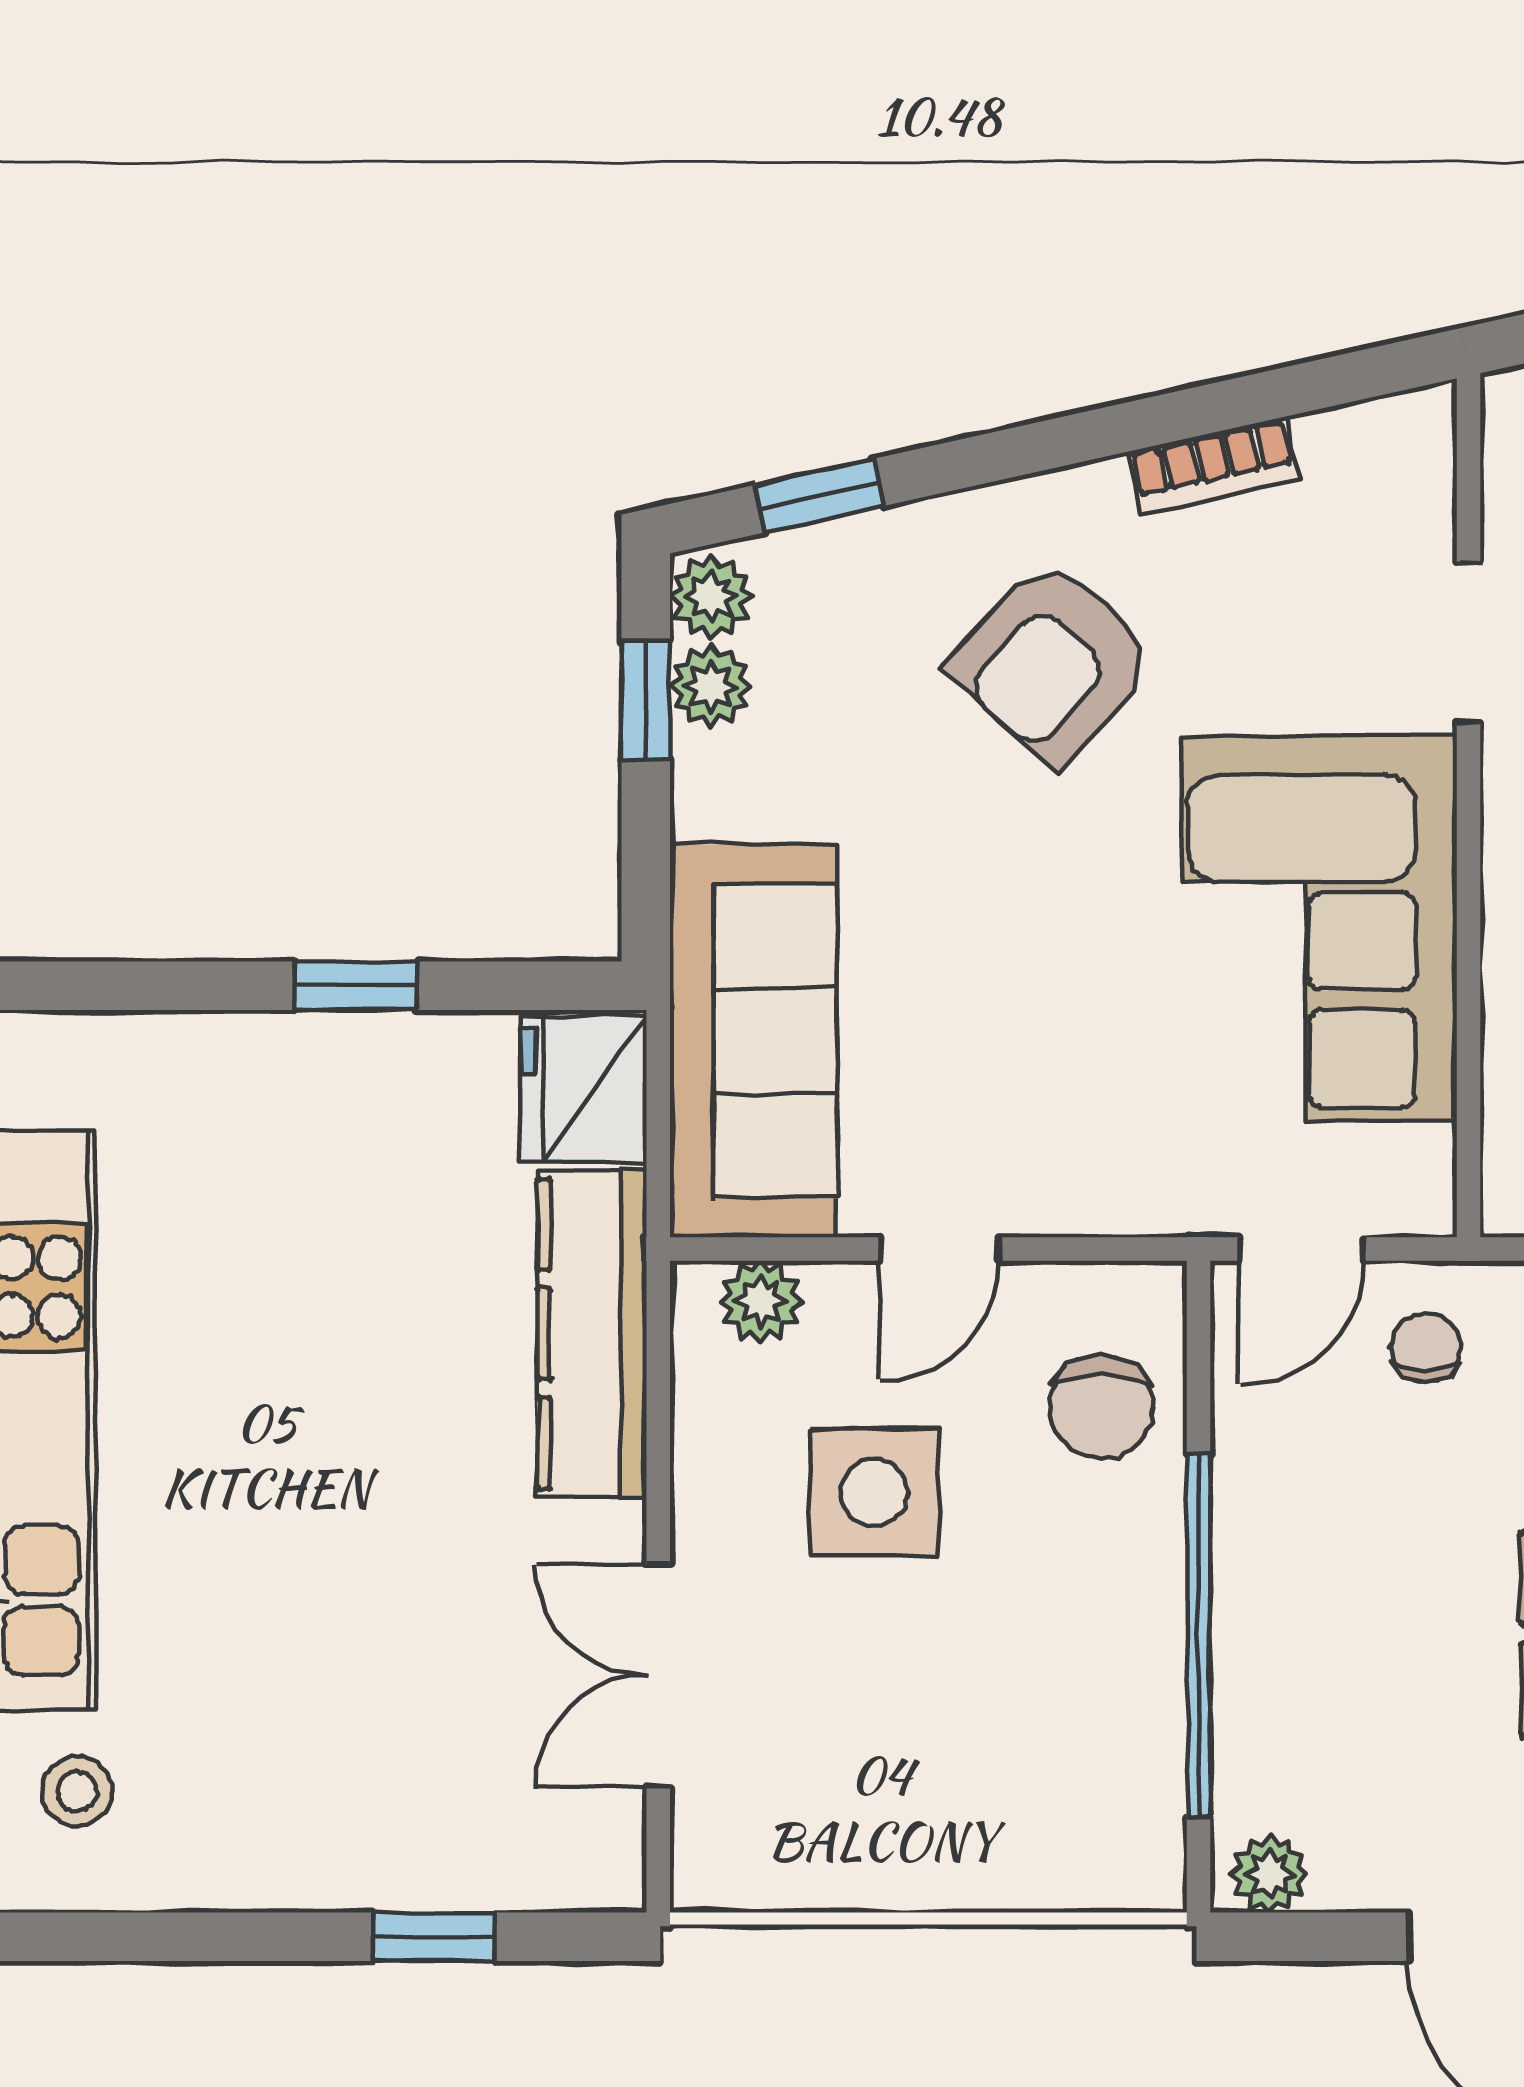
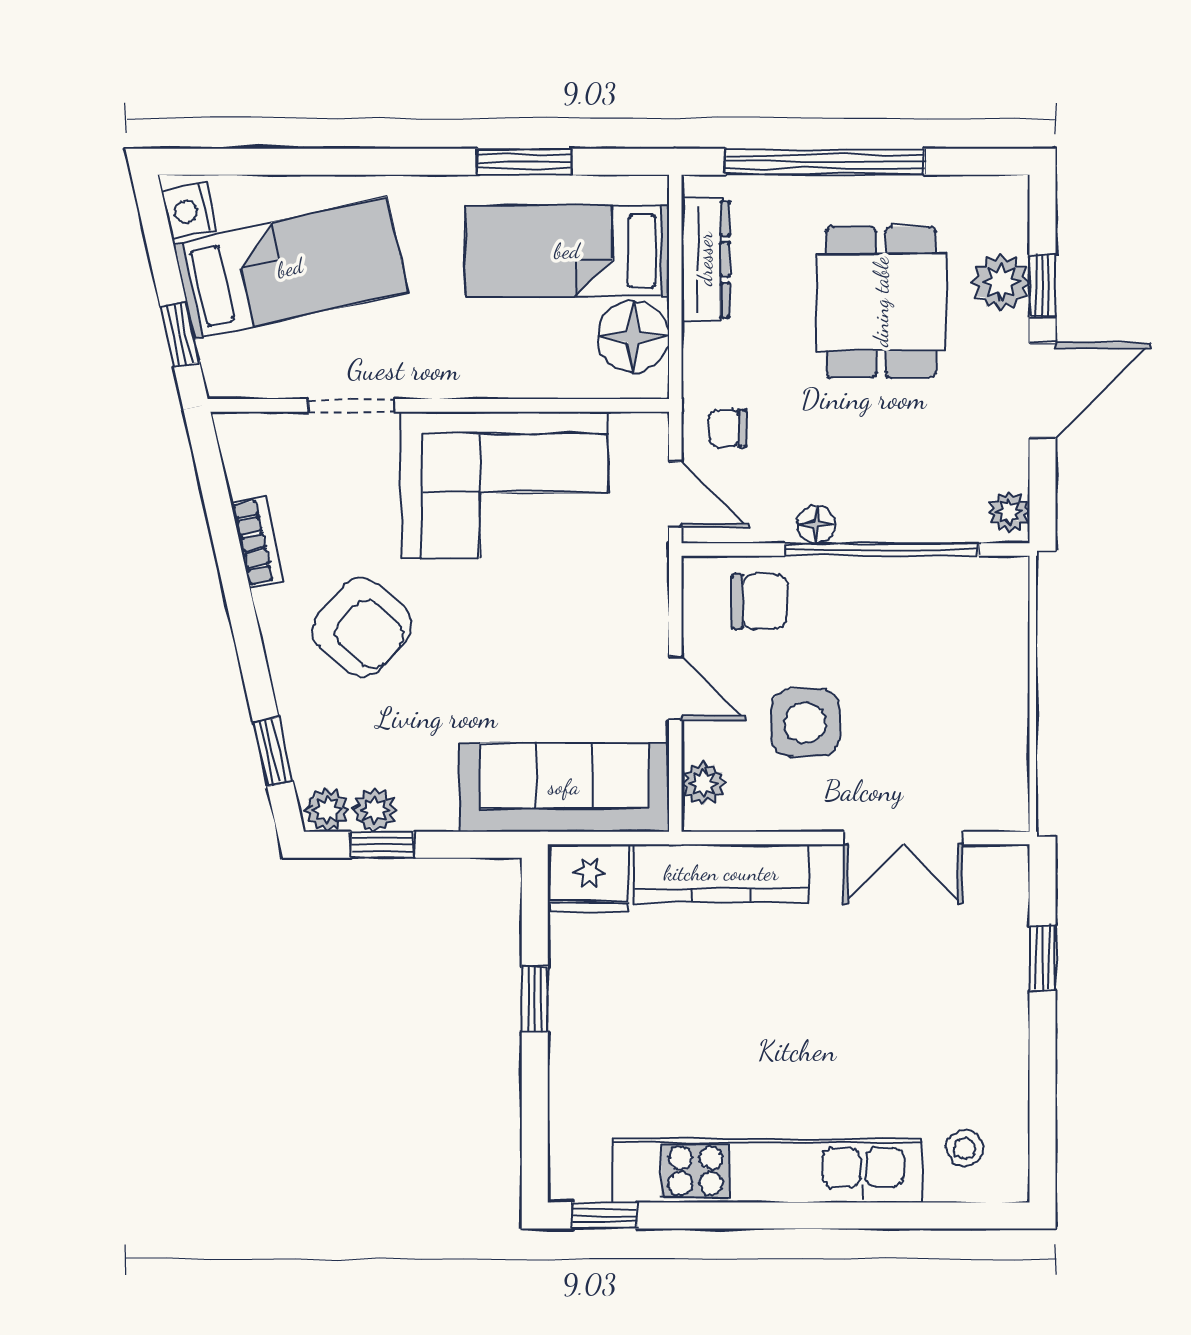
floor lamp: (1246, 1513) -> (816, 524), added

